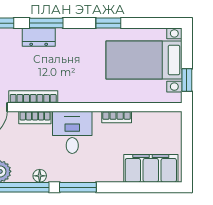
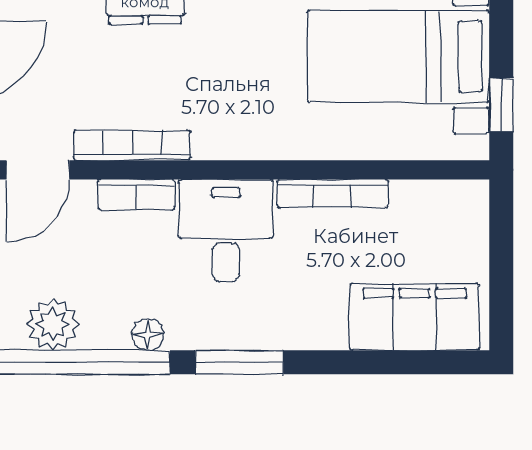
bookcase: (117, 117) -> (332, 193), width x1.56

